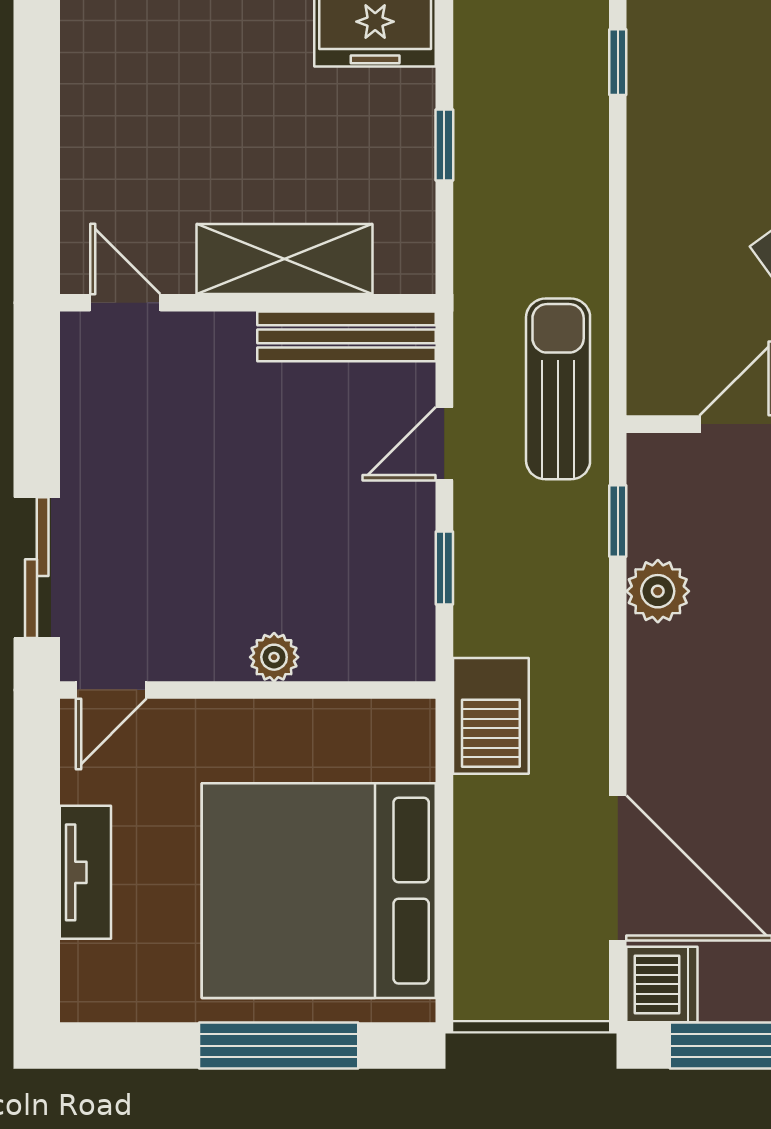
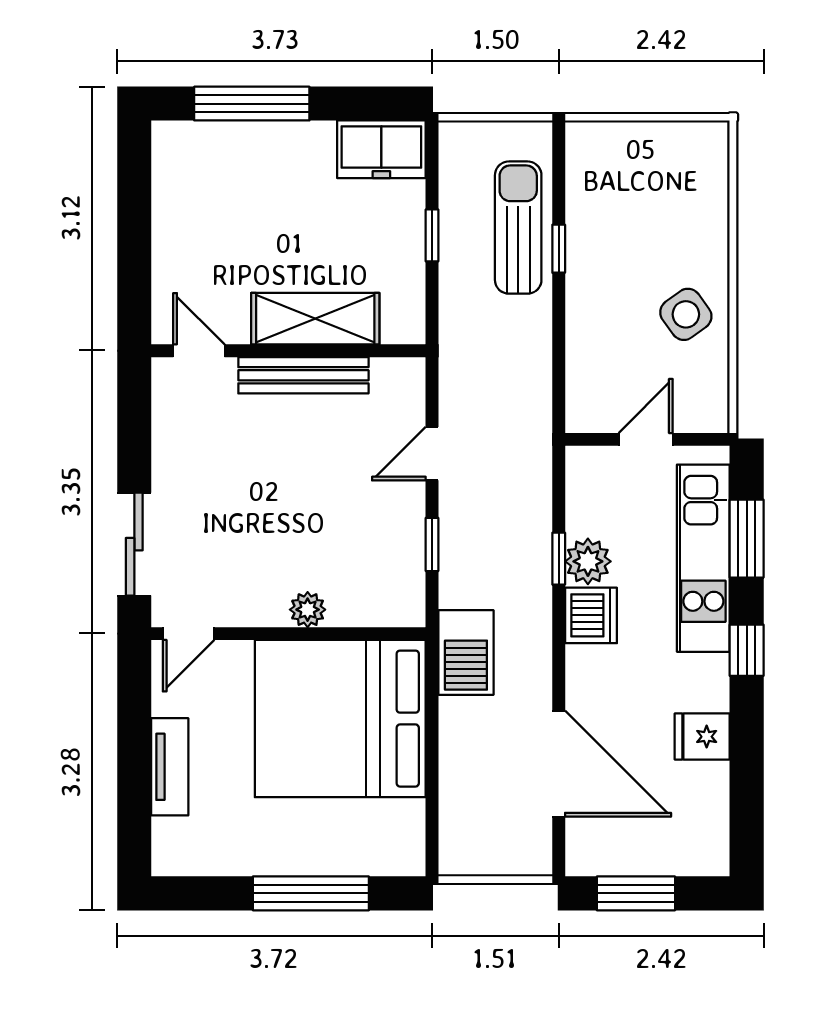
window: (618, 62) -> (559, 249), moved
bench: (347, 336) -> (303, 375), moved
sun lounger: (558, 389) -> (518, 228), moved
window: (618, 521) -> (559, 559), moved
bed: (319, 891) -> (340, 719), moved
dishwasher: (662, 984) -> (591, 615), moved

